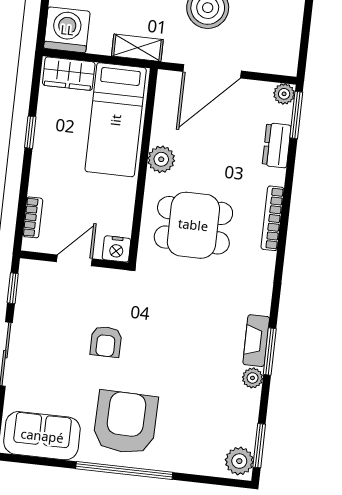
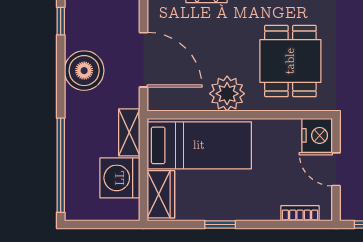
washing machine: (67, 30) -> (120, 178), moved
plant: (161, 159) -> (227, 94), width x1.36, depth x1.36
nightstand: (116, 249) -> (317, 135), width x1.36, depth x1.33

